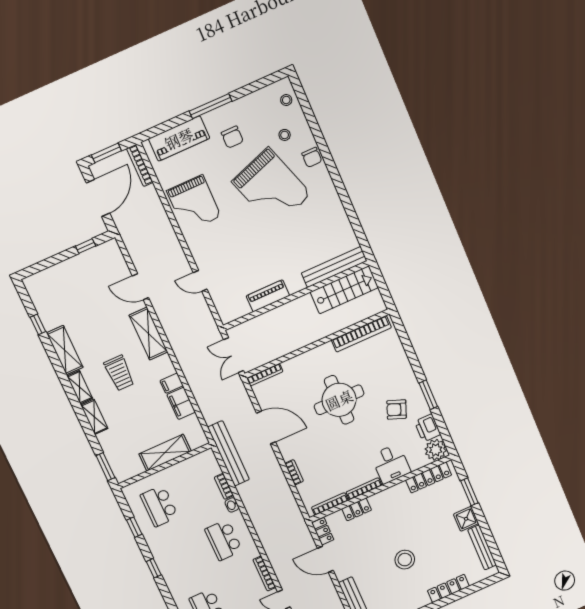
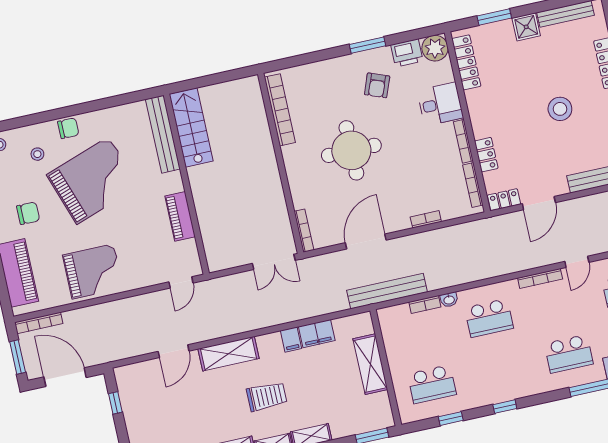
bench: (334, 267) -> (163, 134), moved
stairs: (344, 290) -> (191, 127), moved
piano: (268, 296) -> (180, 216), moved
wall: (296, 296) -> (186, 184), moved

